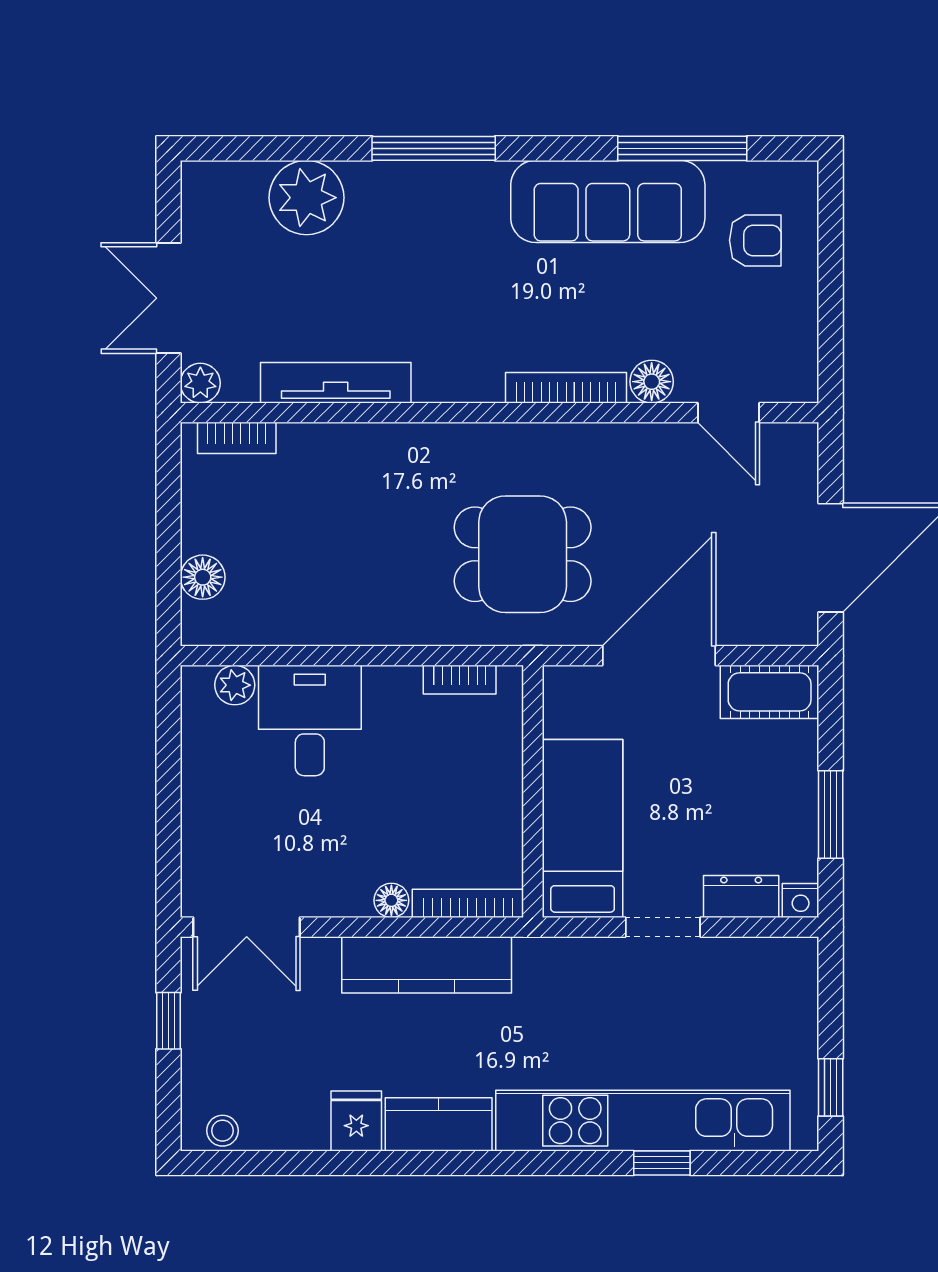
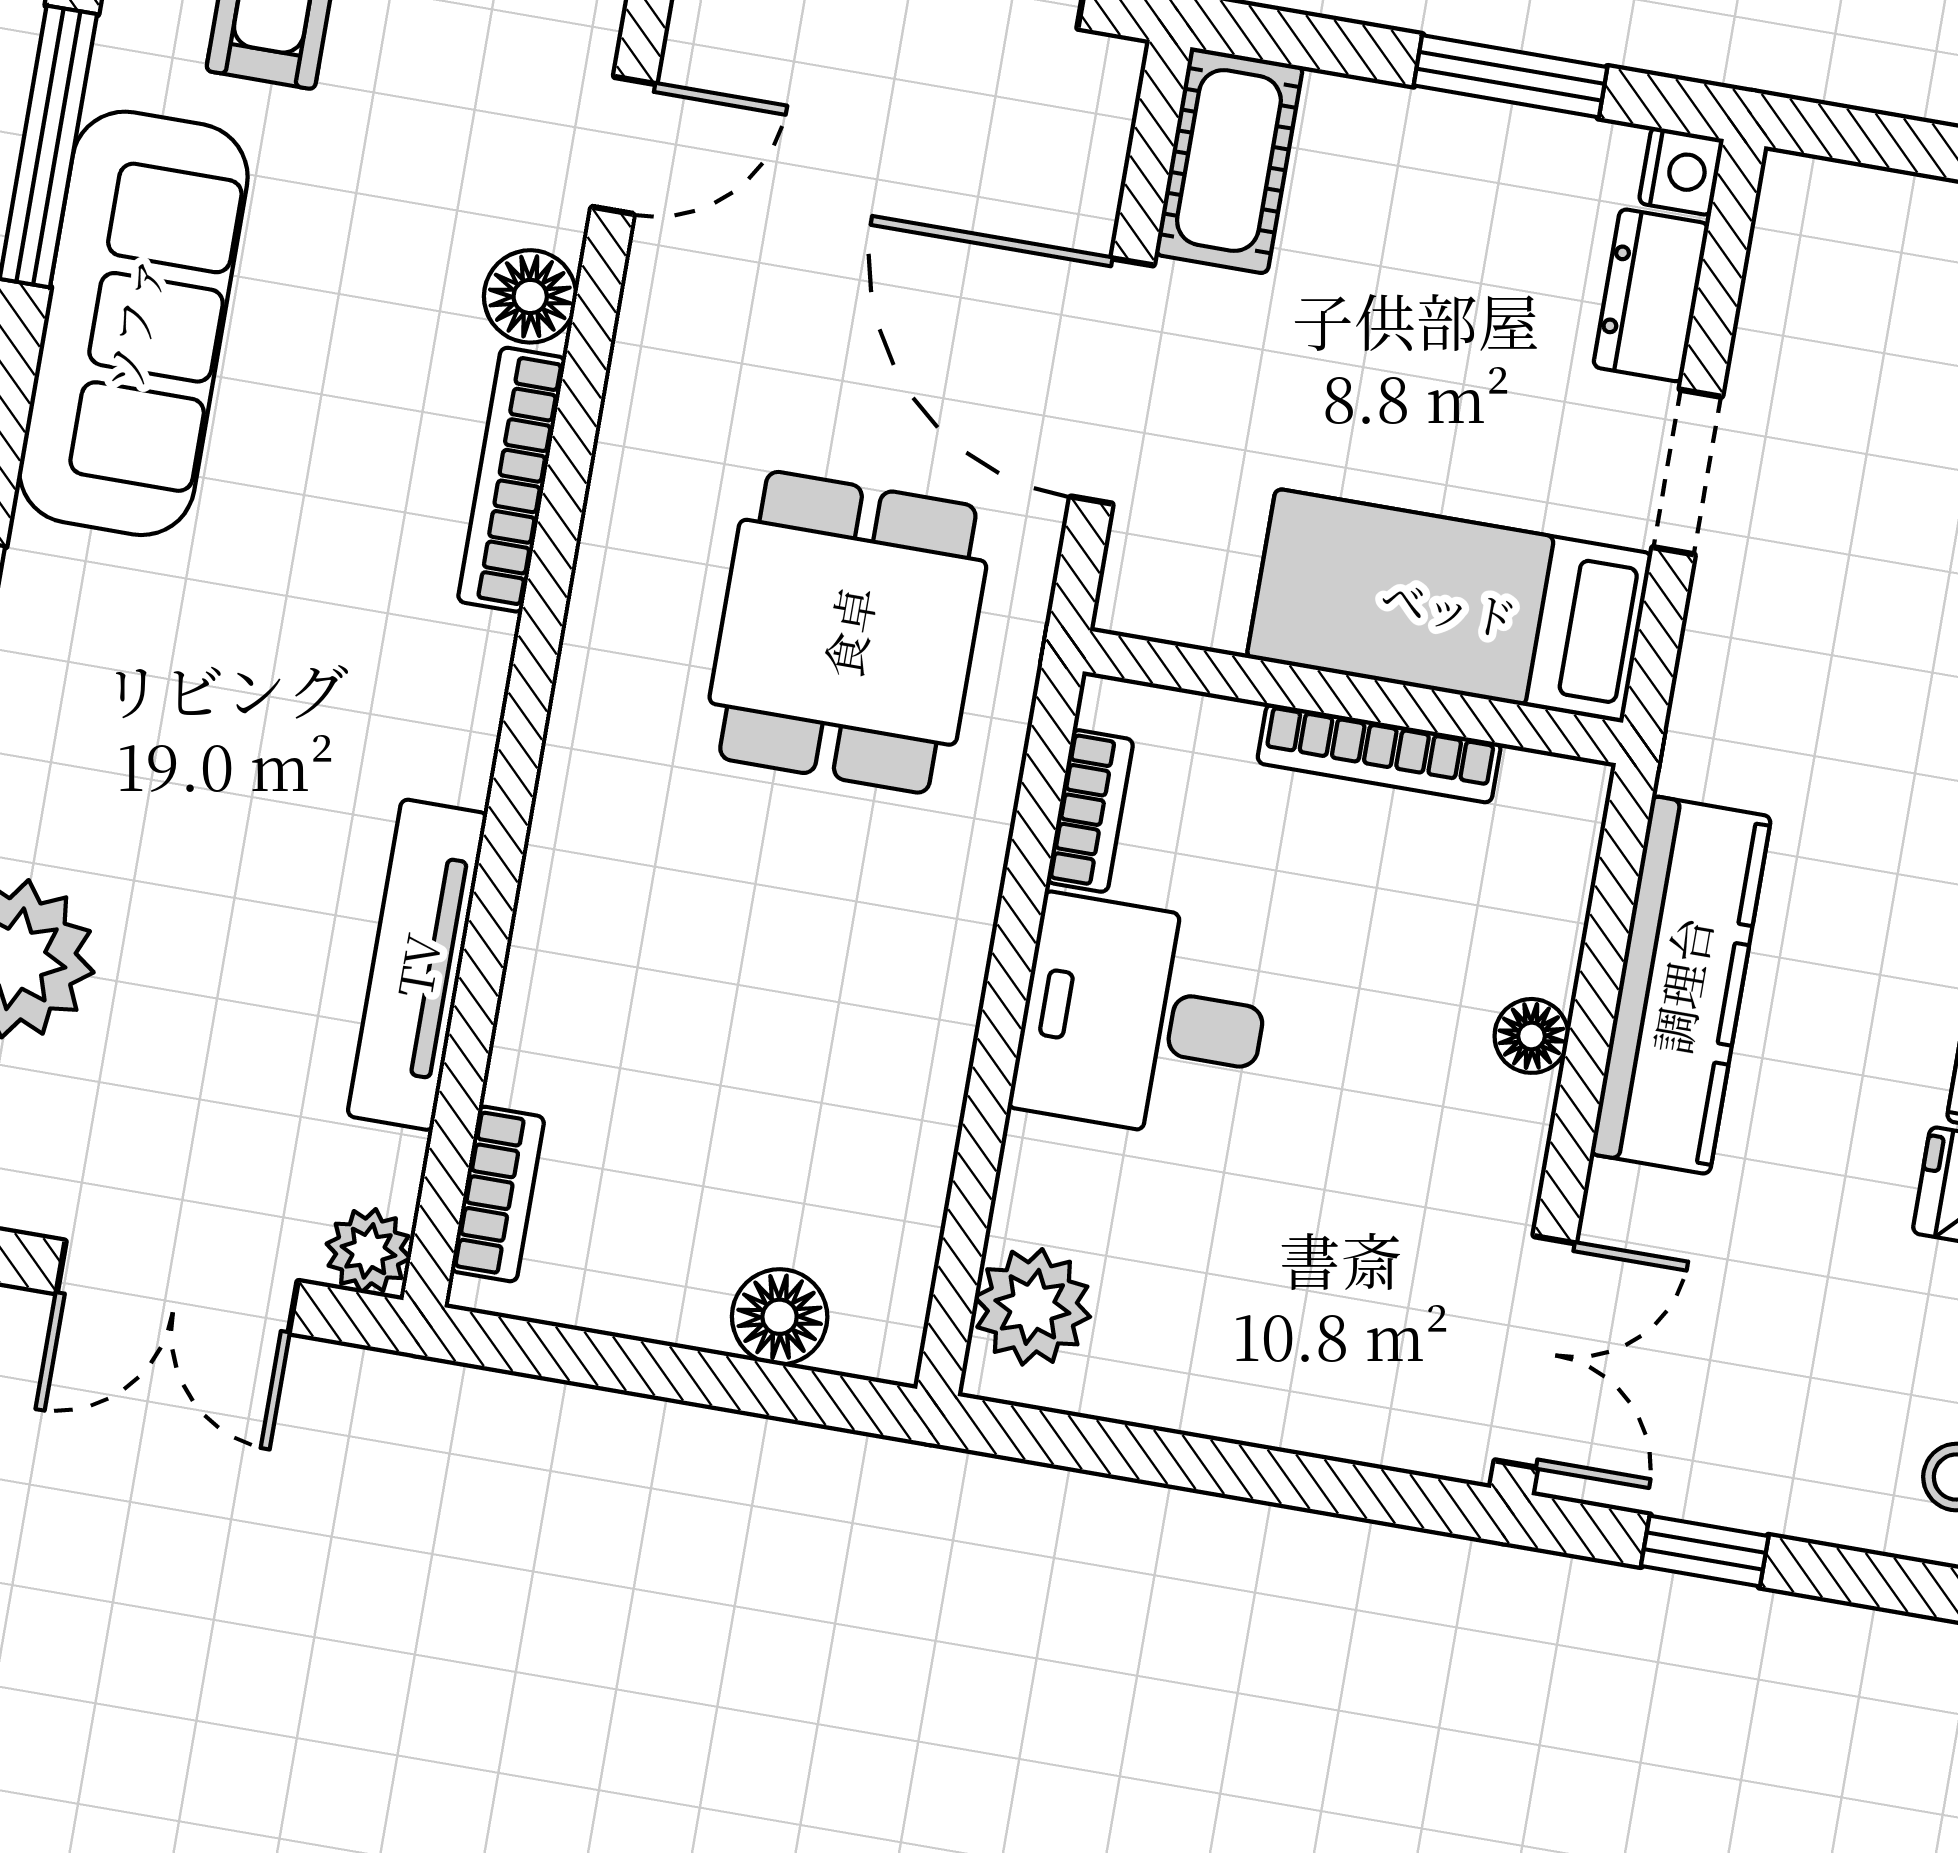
plant: (235, 685) -> (1032, 1307), width x1.38, depth x1.38
desk: (310, 720) -> (1143, 1019), moved
bookcase: (468, 903) -> (1379, 753), moved, turned -90

